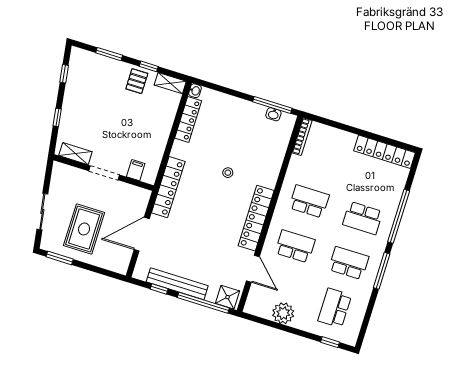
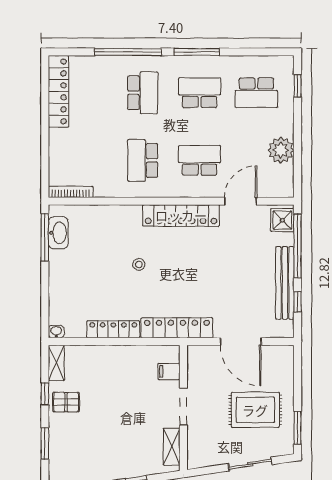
washbasin: (273, 114) -> (58, 233), width x1.91, depth x1.45
locker: (188, 119) -> (113, 329), moved
school desk: (295, 246) -> (200, 160), turned 90
school desk: (349, 263) -> (200, 93), turned 90

